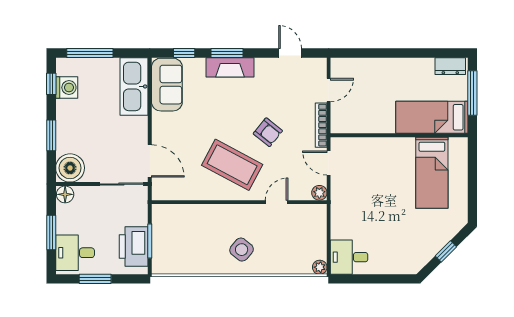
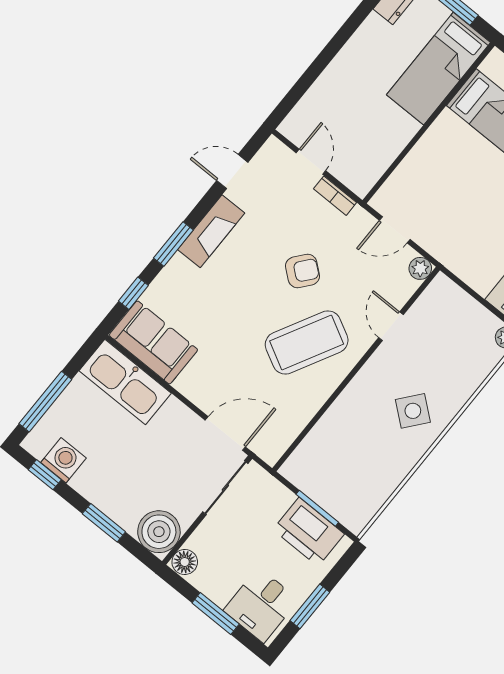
fireplace: (230, 67) -> (211, 231), moved
bookcase: (321, 125) -> (335, 196), width x0.64

